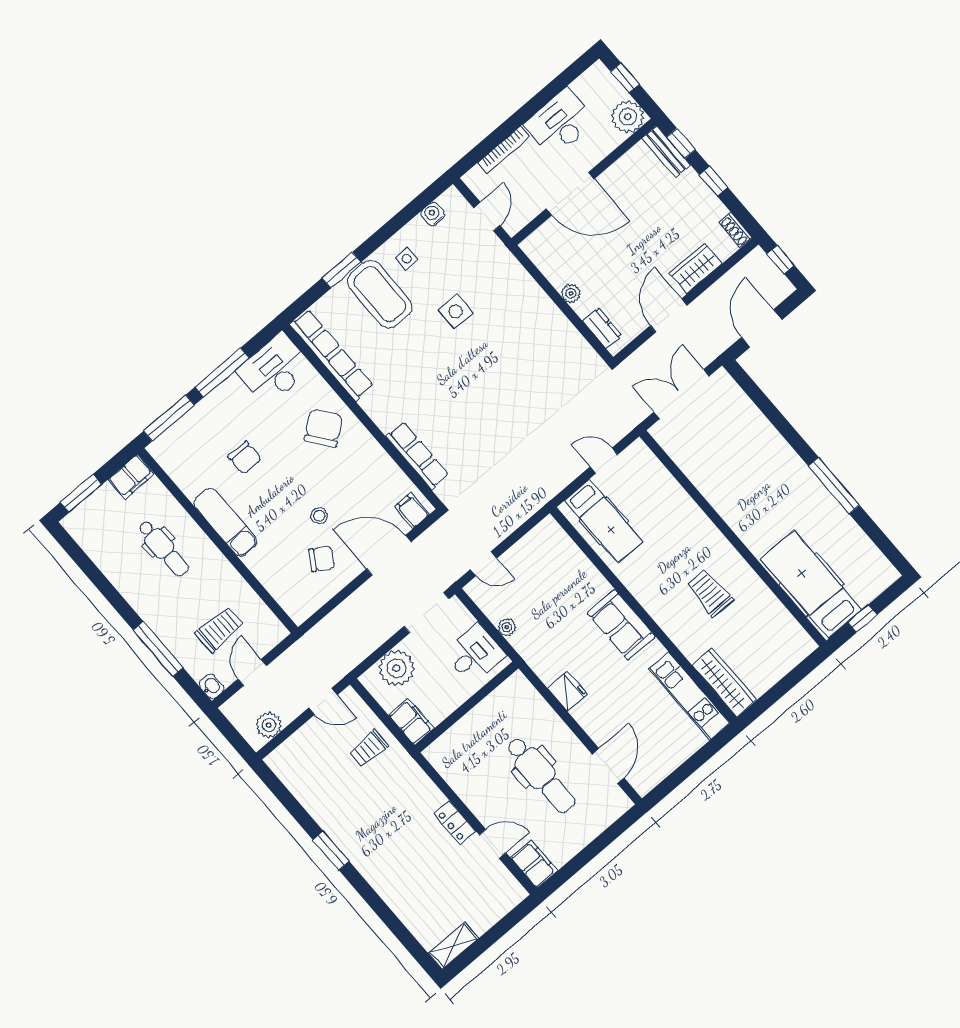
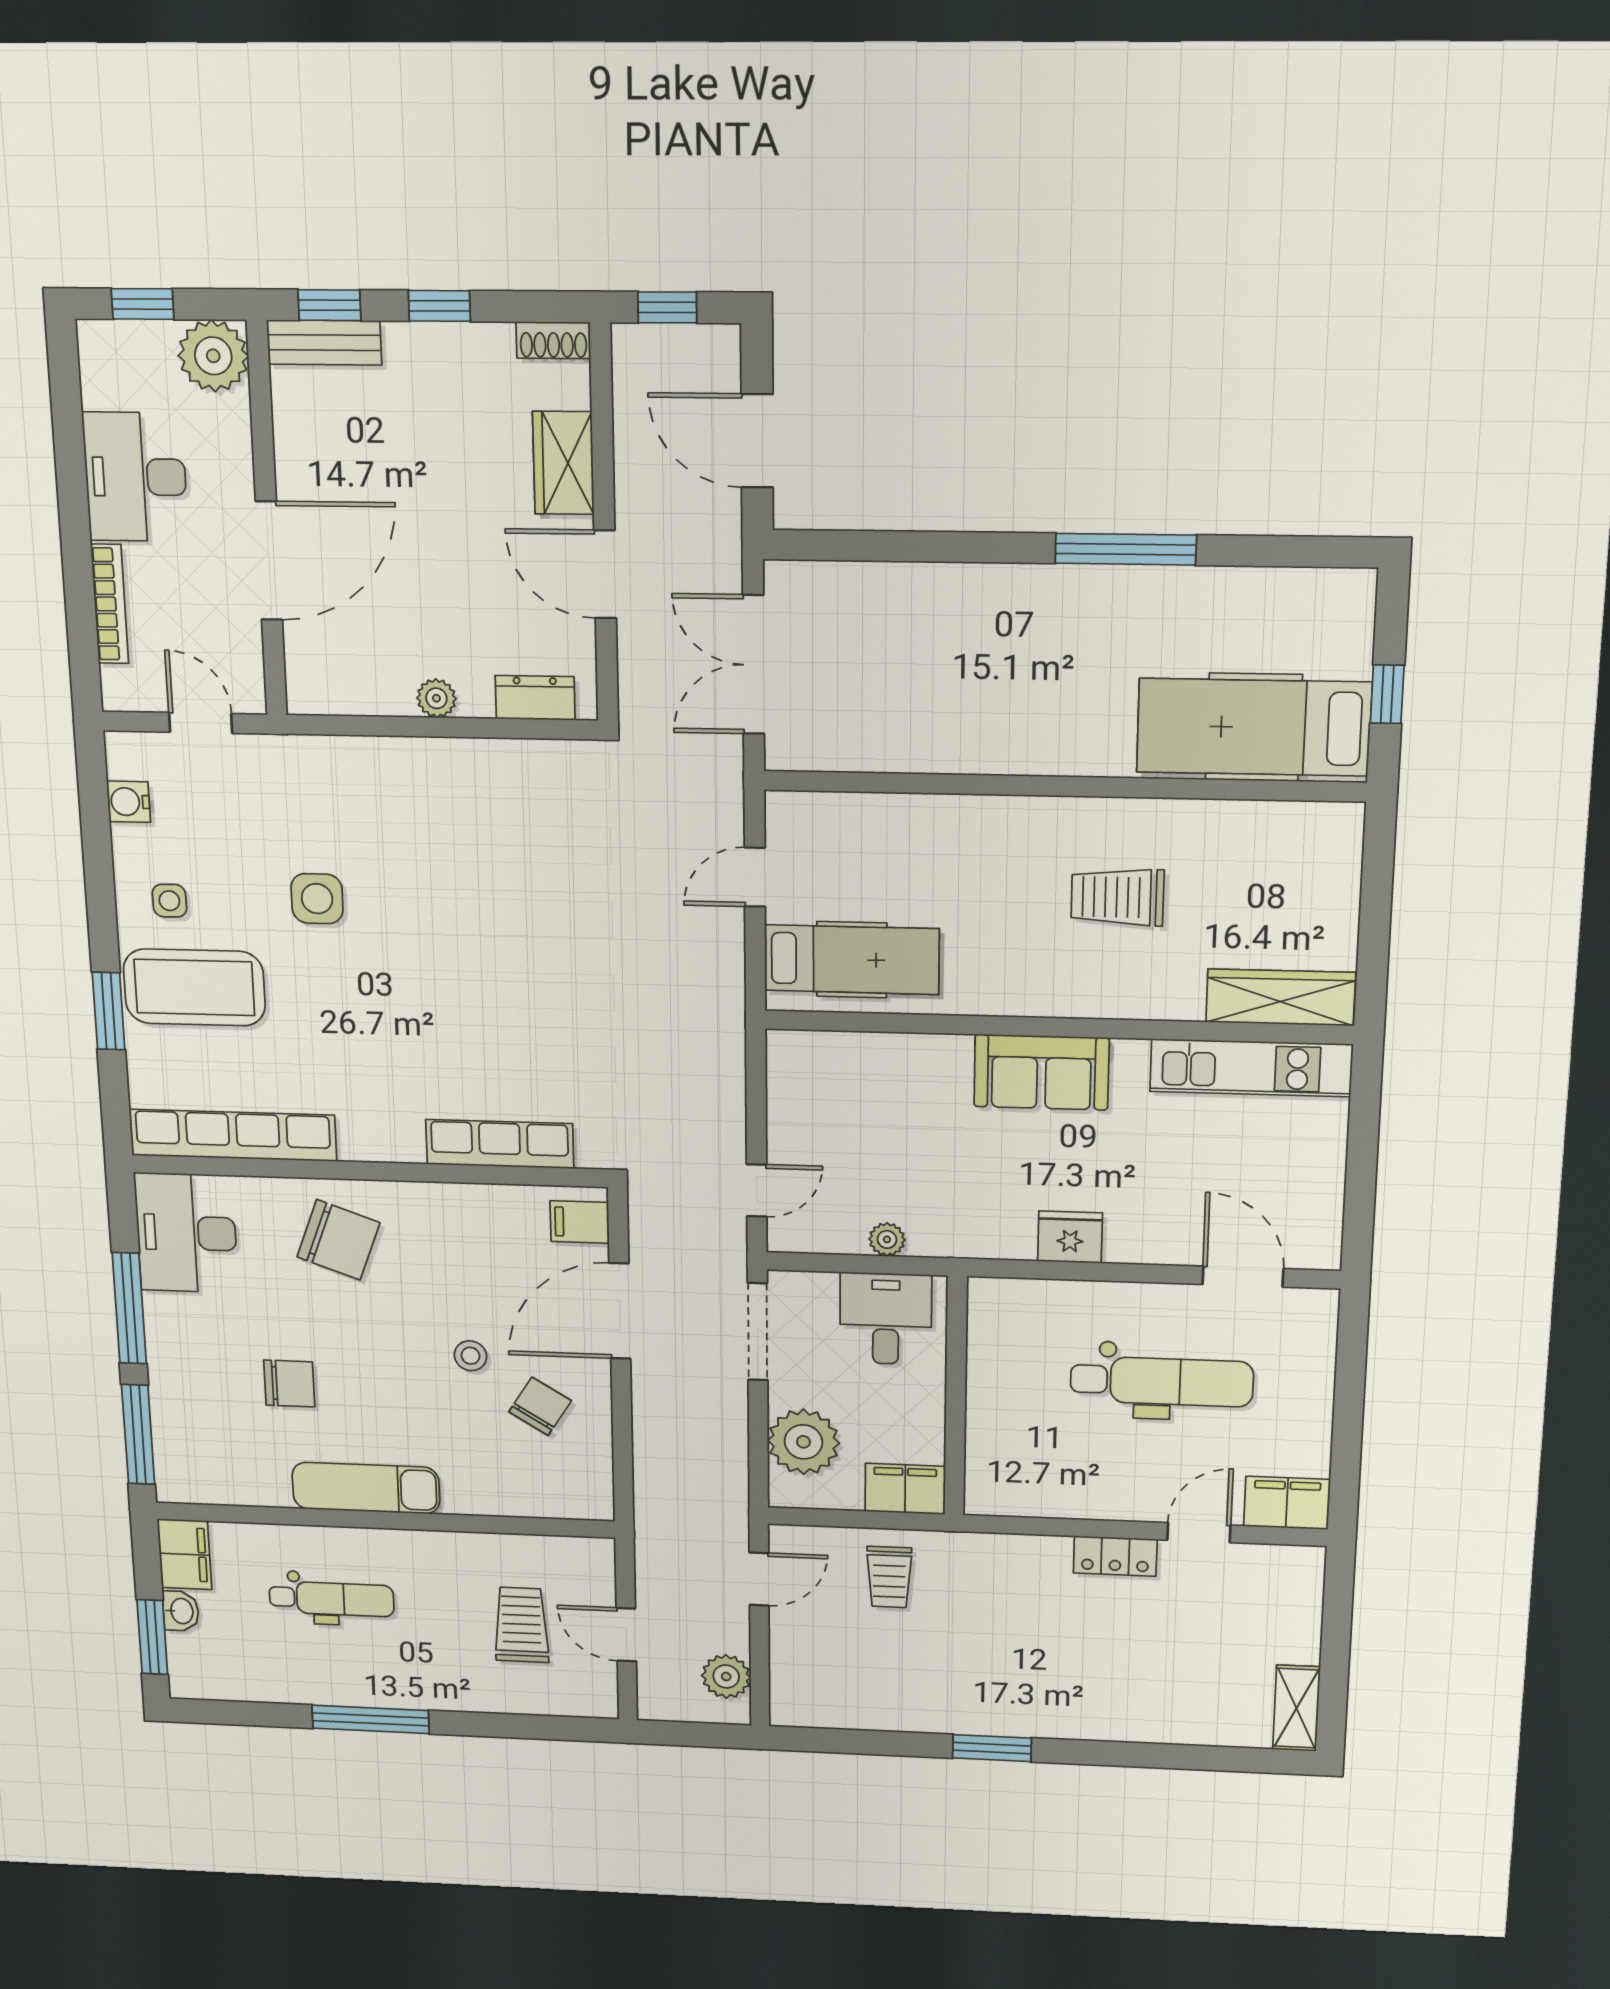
chair: (323, 428) -> (338, 1240), turned 148
window: (158, 649) -> (371, 1719), moved
washbasin: (211, 686) -> (181, 1611), moved, turned 90

